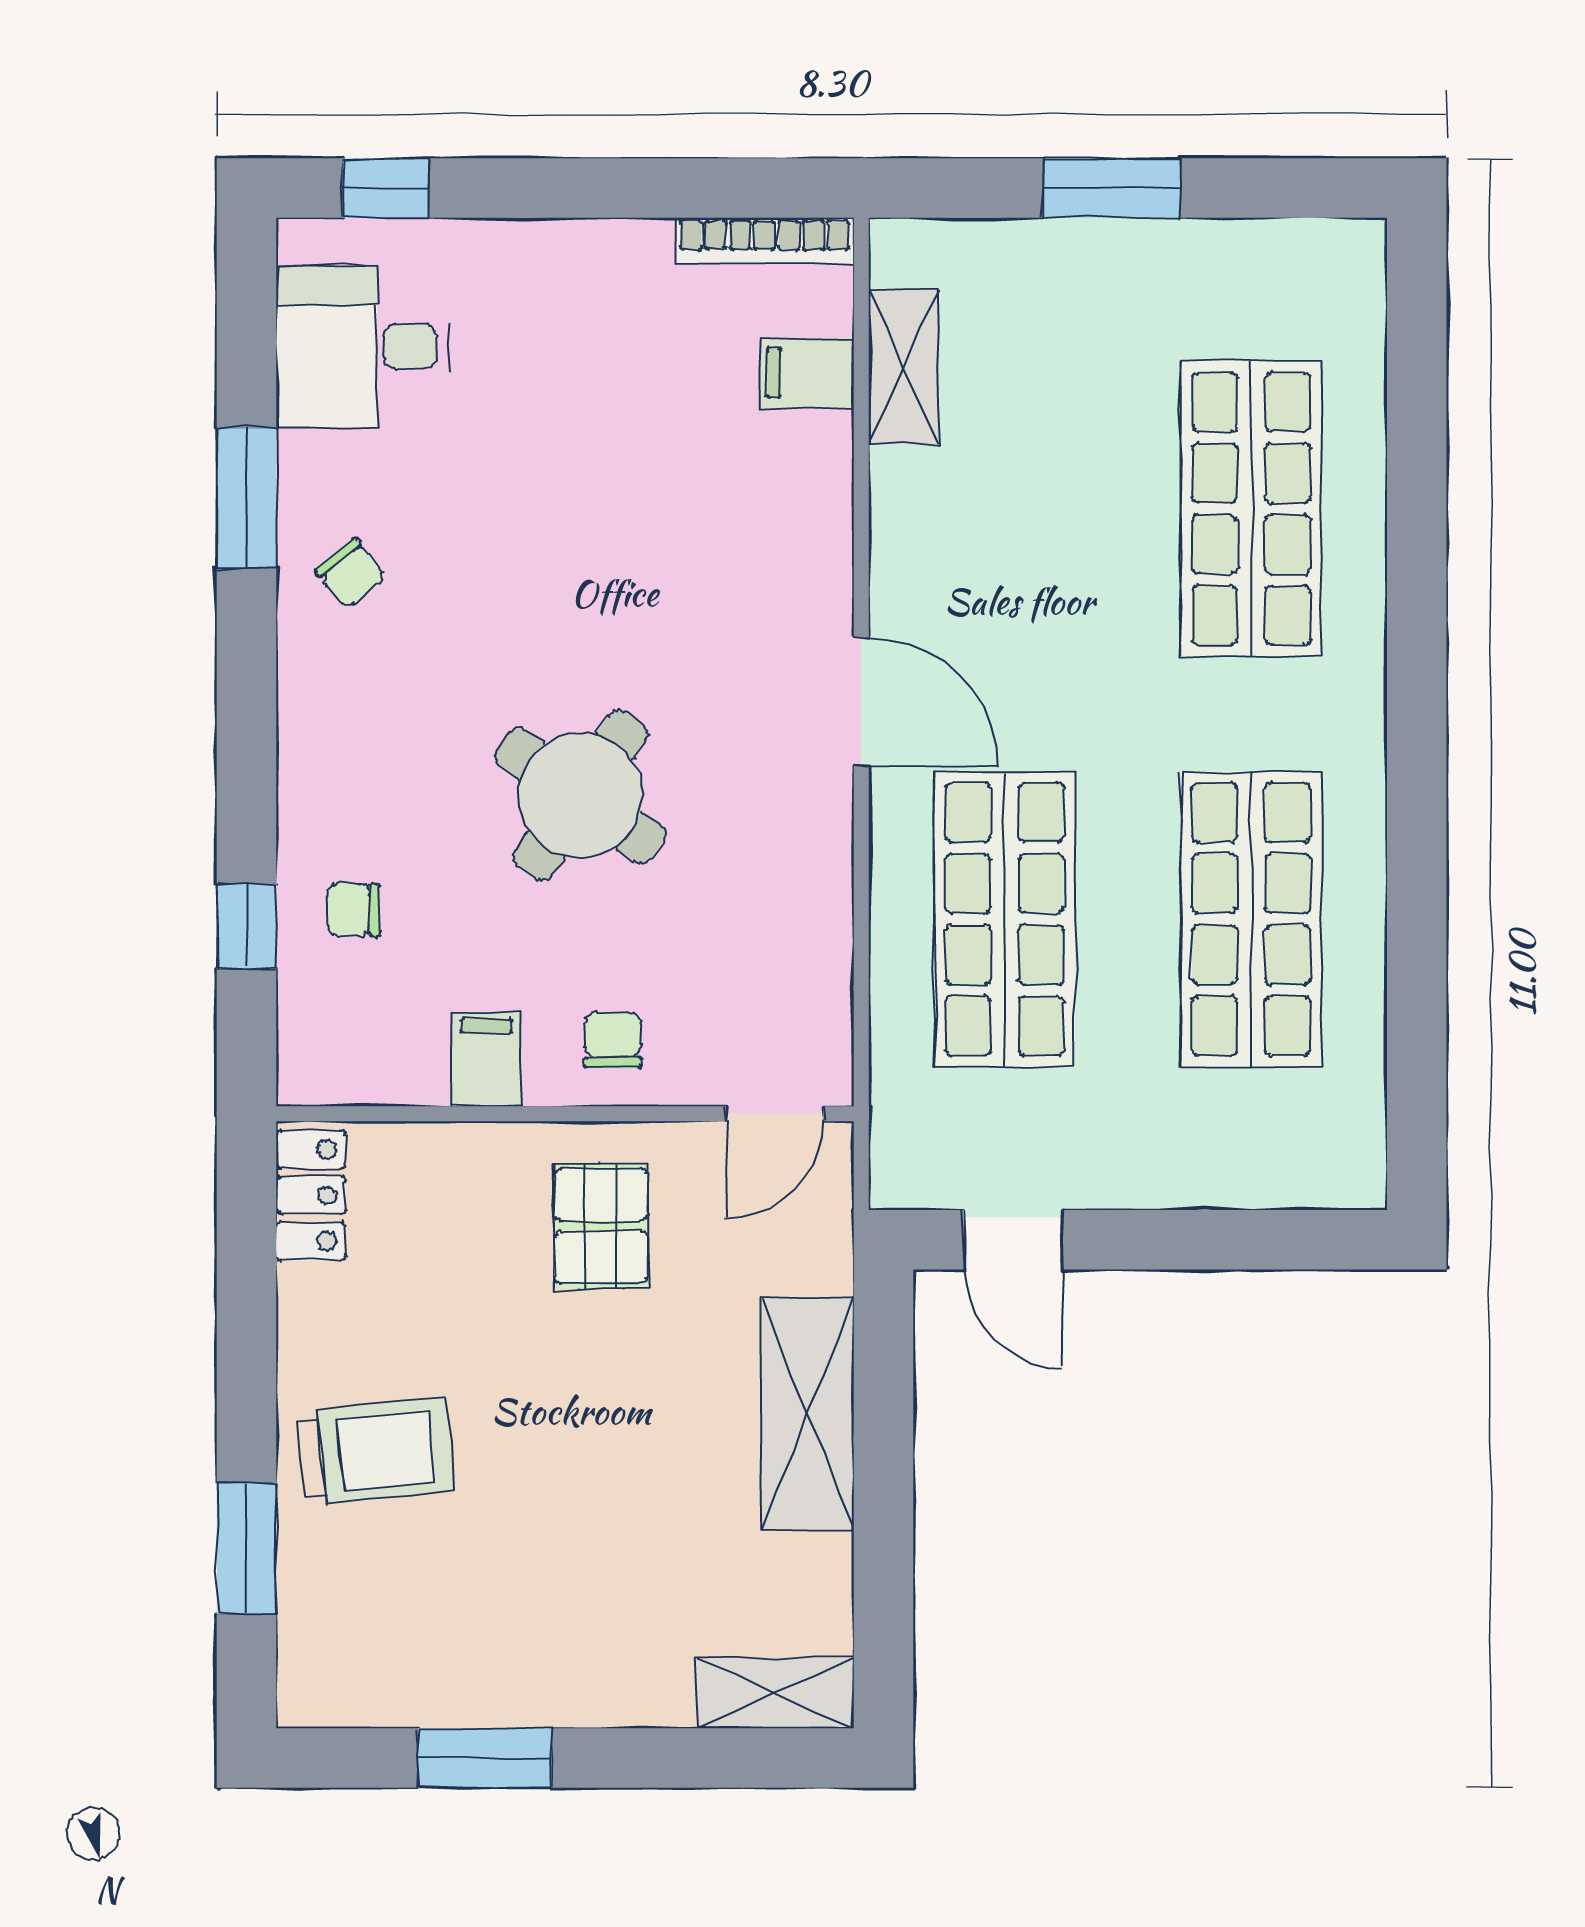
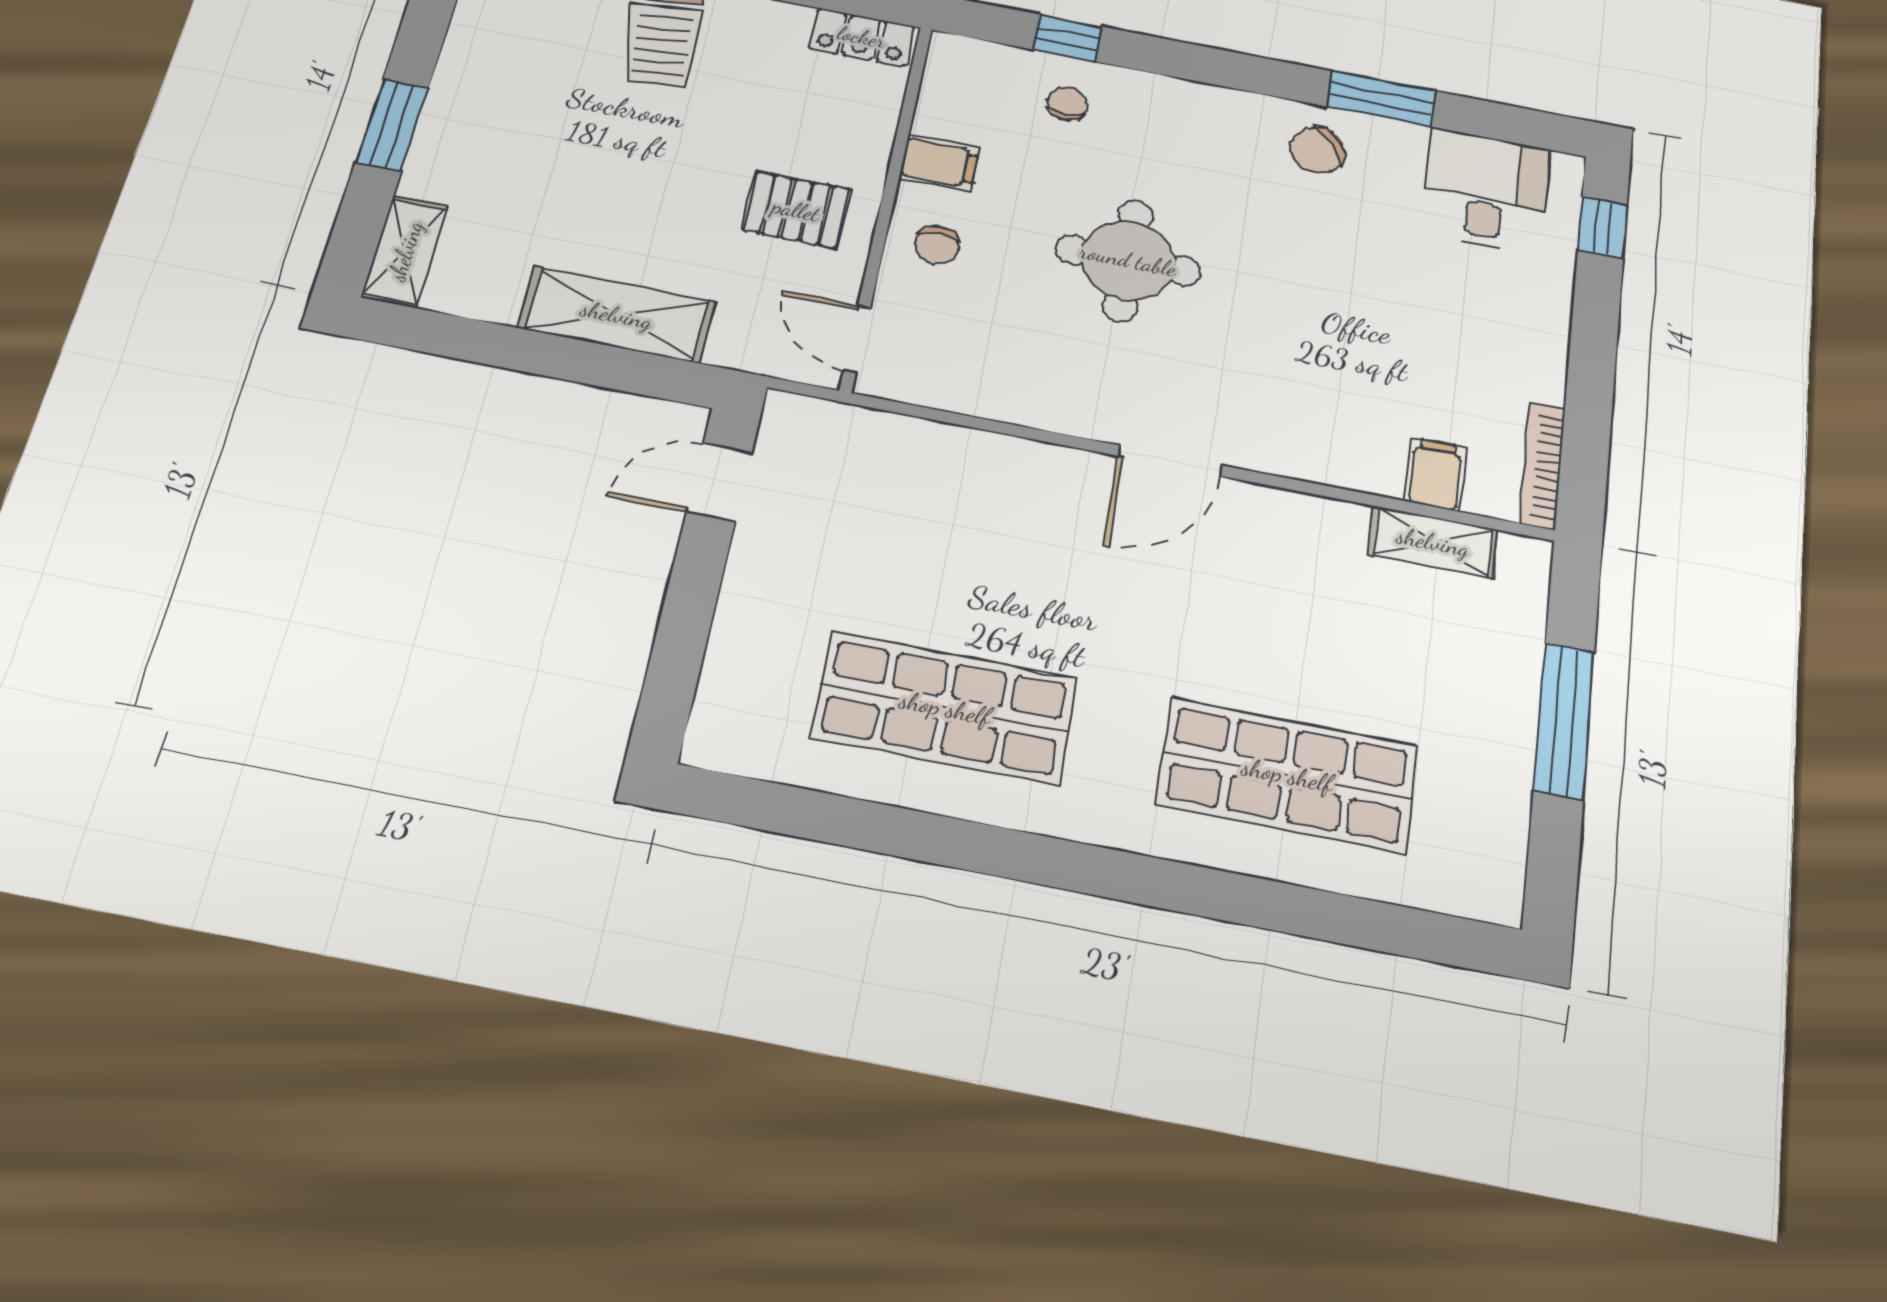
window: (1112, 188) -> (1564, 721), width x1.44
chair: (351, 574) -> (1317, 150), width x1.37, depth x1.37
round table: (580, 796) -> (1128, 260), turned -35
shop shelf: (1005, 919) -> (979, 527), removed
chair: (612, 1040) -> (937, 245), turned 90
window: (485, 1758) -> (392, 125), moved

